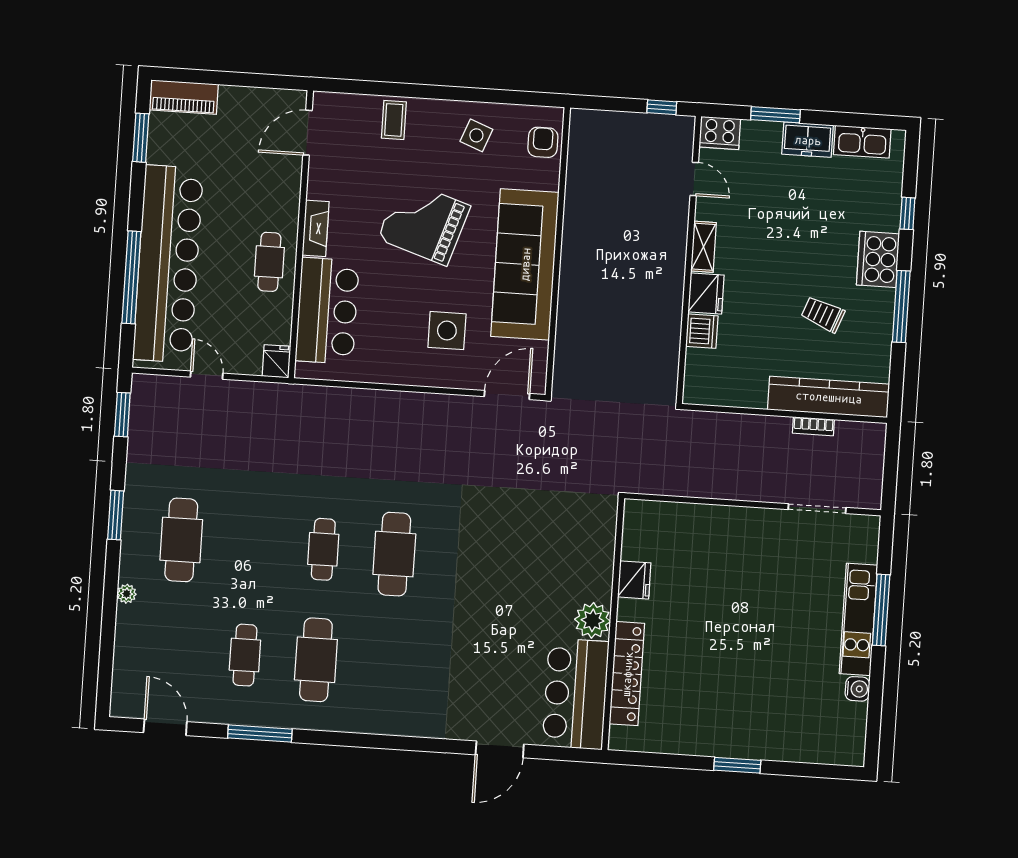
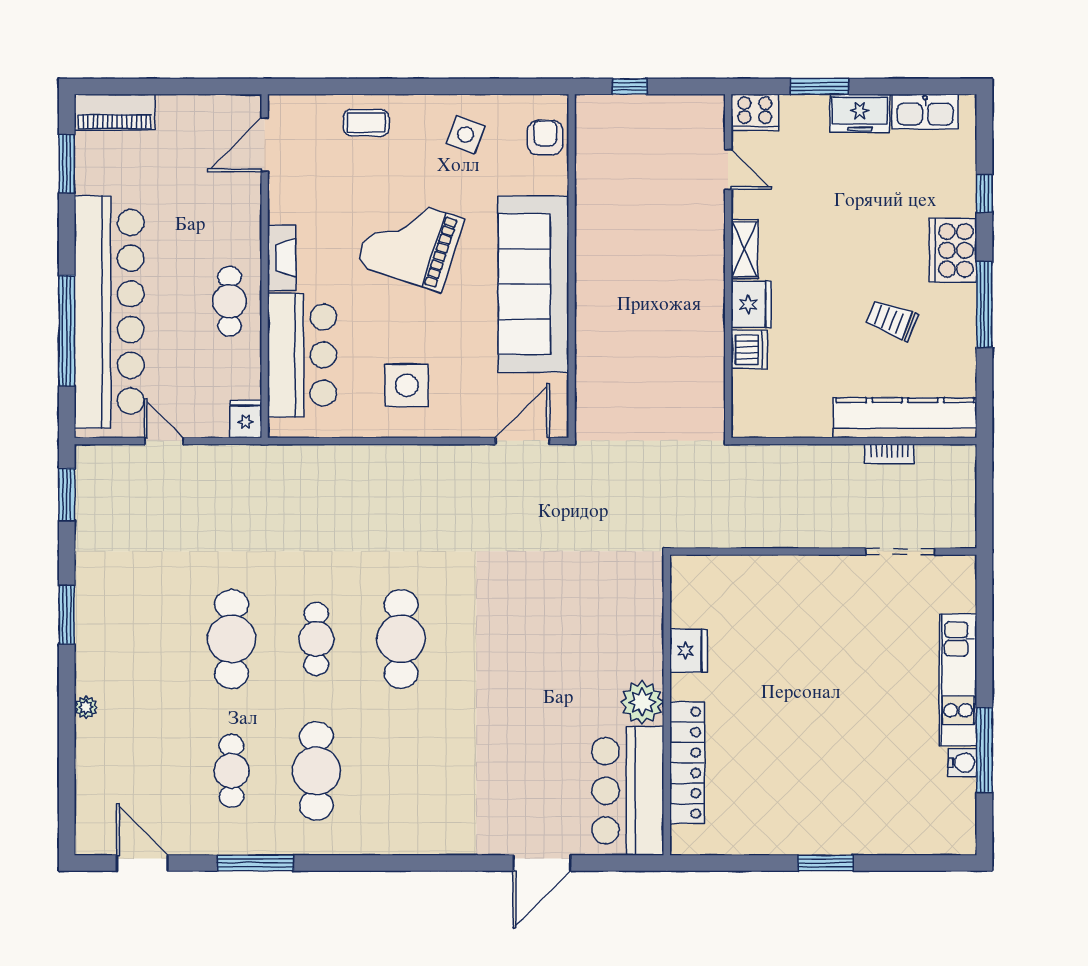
window: (662, 107) -> (630, 86), moved
coffee table: (394, 120) -> (366, 123), turned 90
side table: (447, 331) -> (407, 385), moved
cafe table: (181, 540) -> (231, 639), moved
window: (881, 610) -> (984, 750), moved

